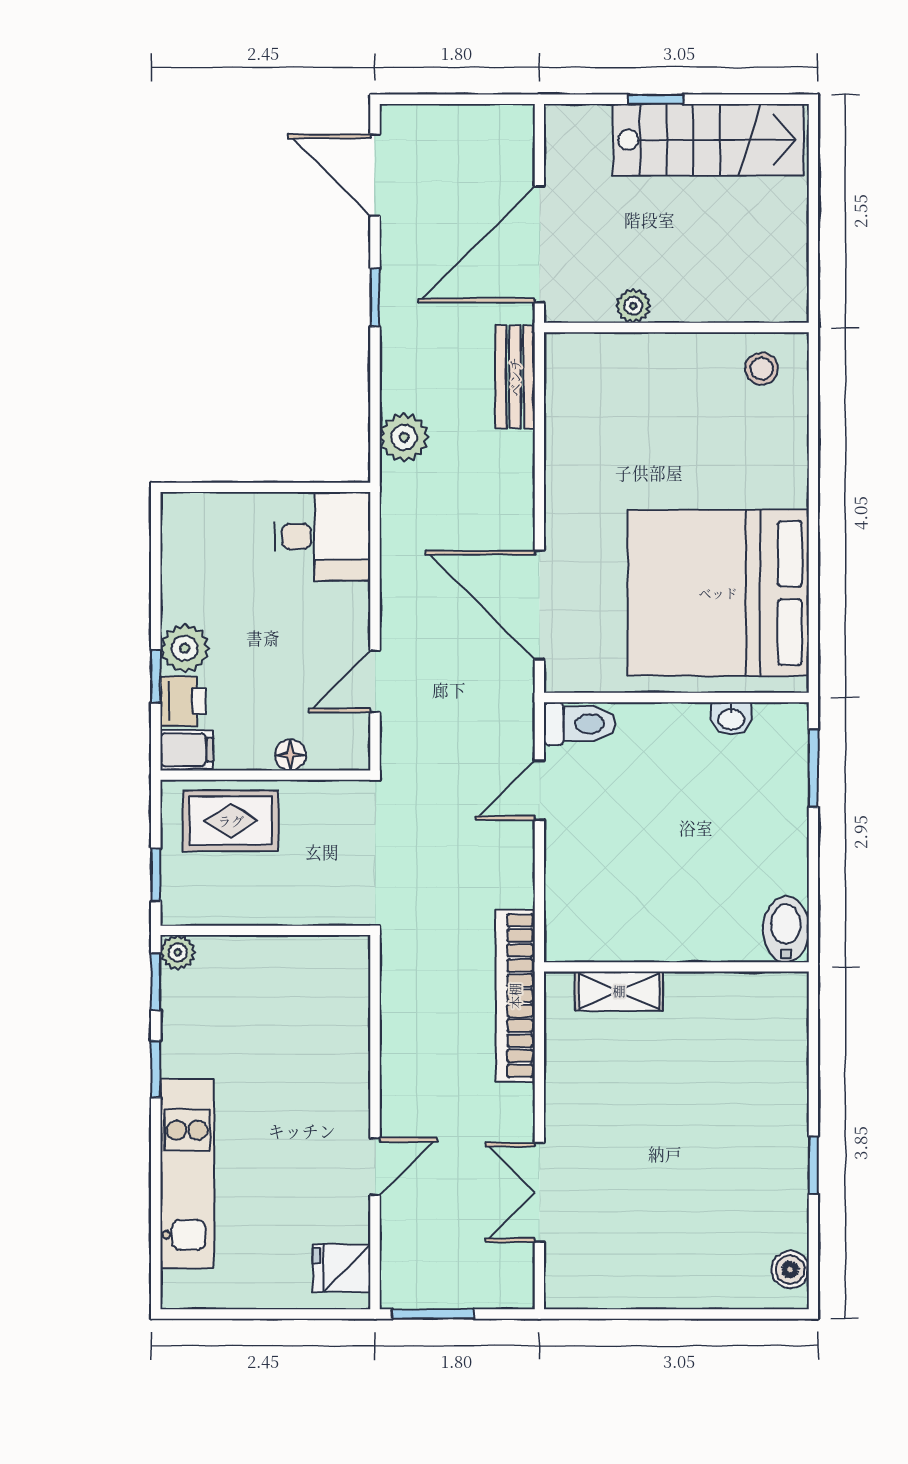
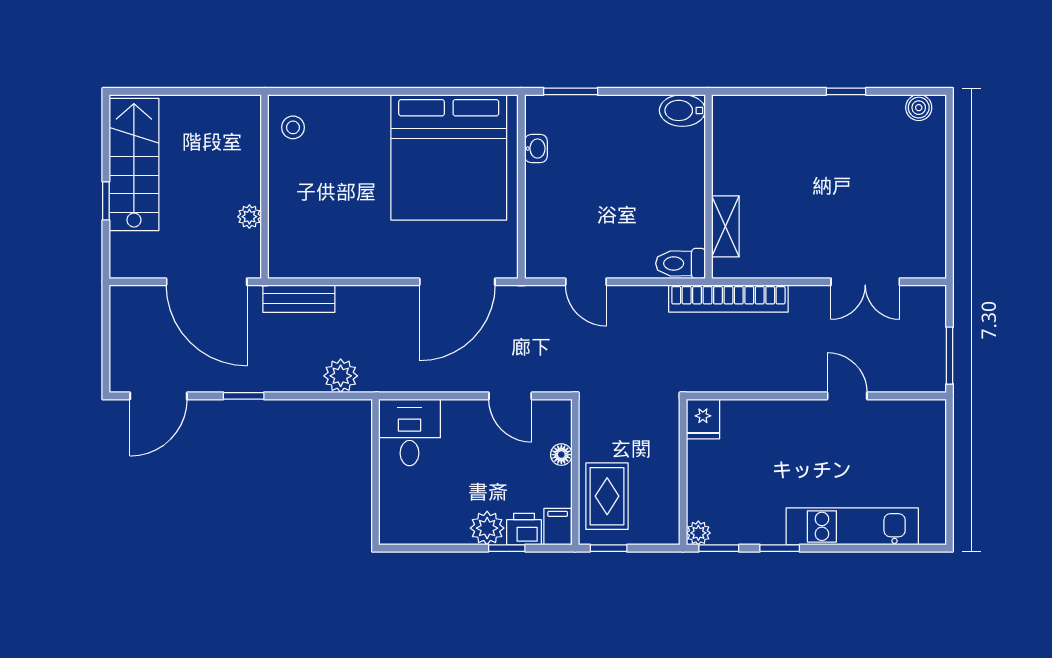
toilet: (580, 724) -> (681, 263), moved, turned -90
window: (156, 875) -> (609, 548), moved
fridge: (342, 1268) -> (703, 419), moved

